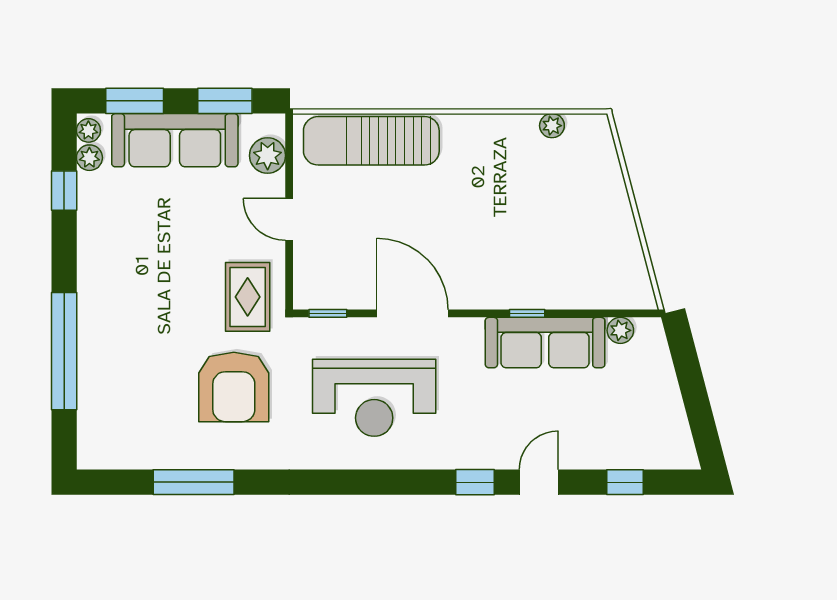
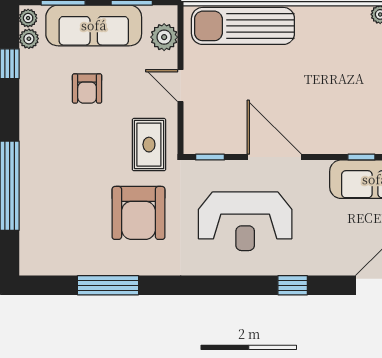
armchair: (166, 223) -> (87, 88), added
window: (475, 482) -> (293, 285), moved

